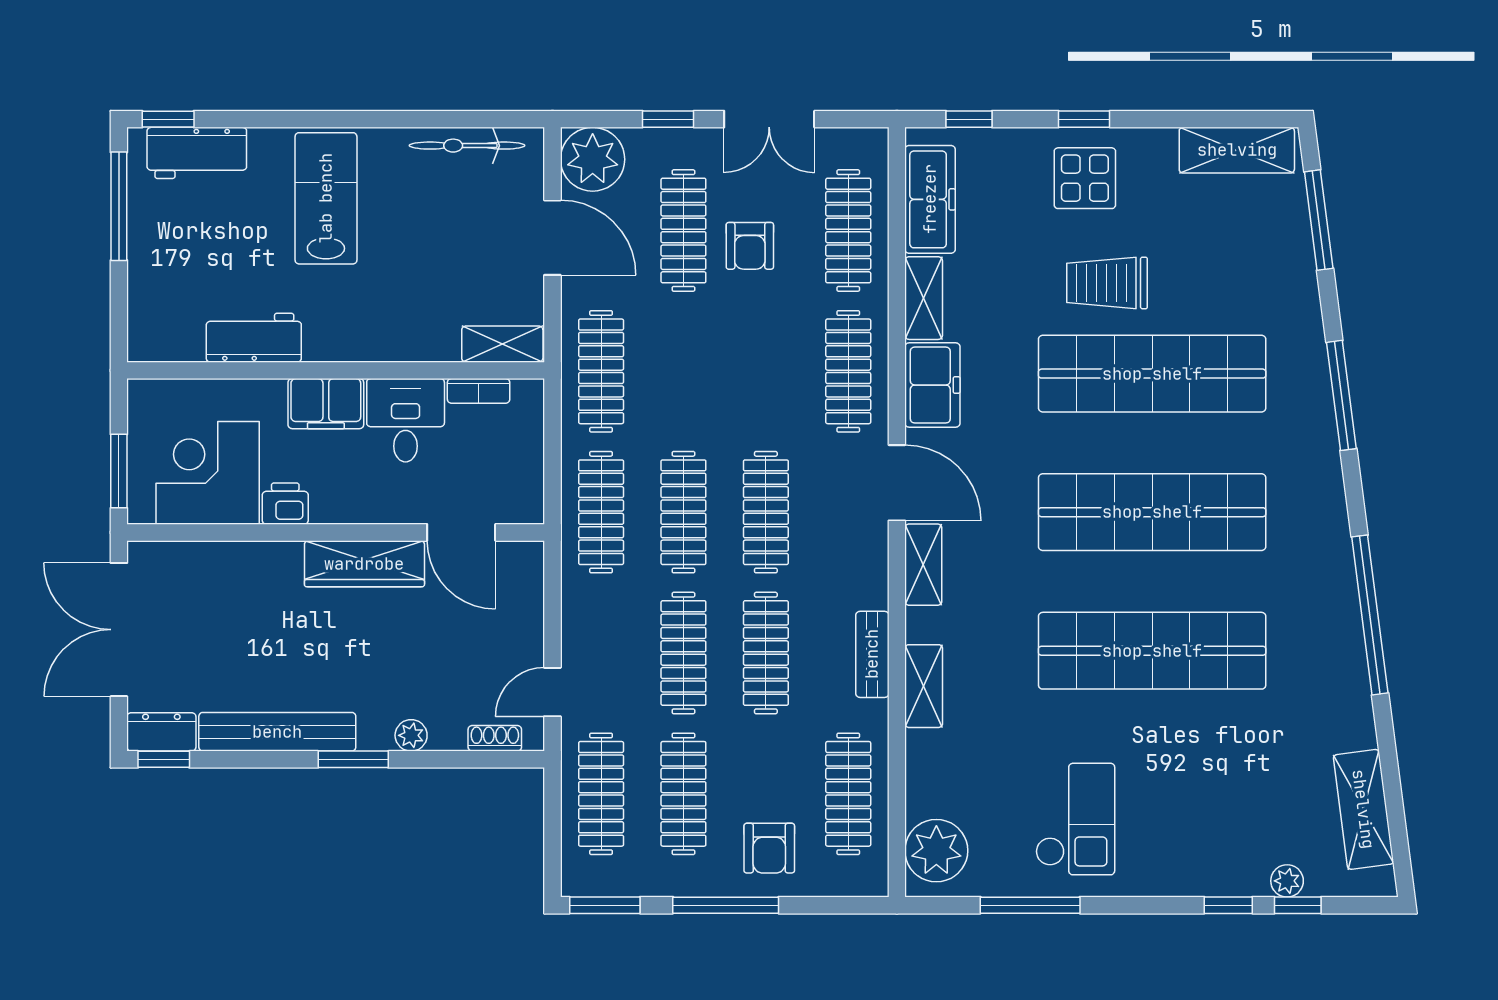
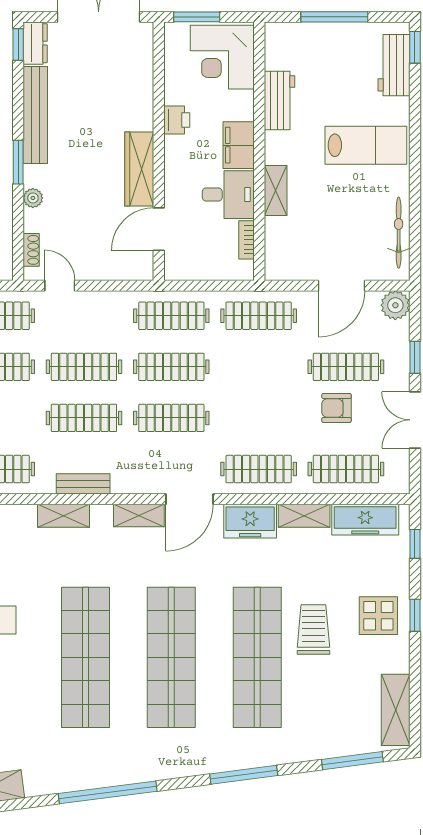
plant: (593, 159) -> (395, 305), width x0.73, depth x0.73
window: (119, 206) -> (334, 17), moved
shelving: (502, 344) -> (276, 191), moved
corner desk: (208, 473) -> (222, 57), moved, turned 180

